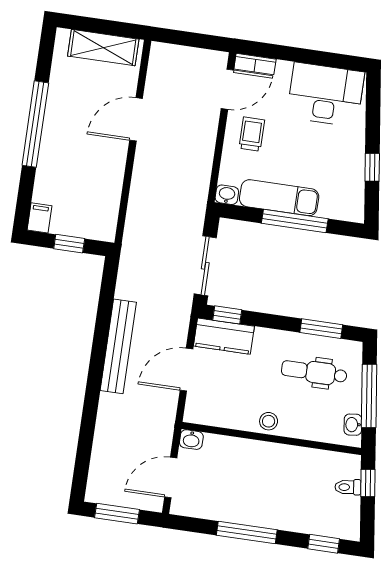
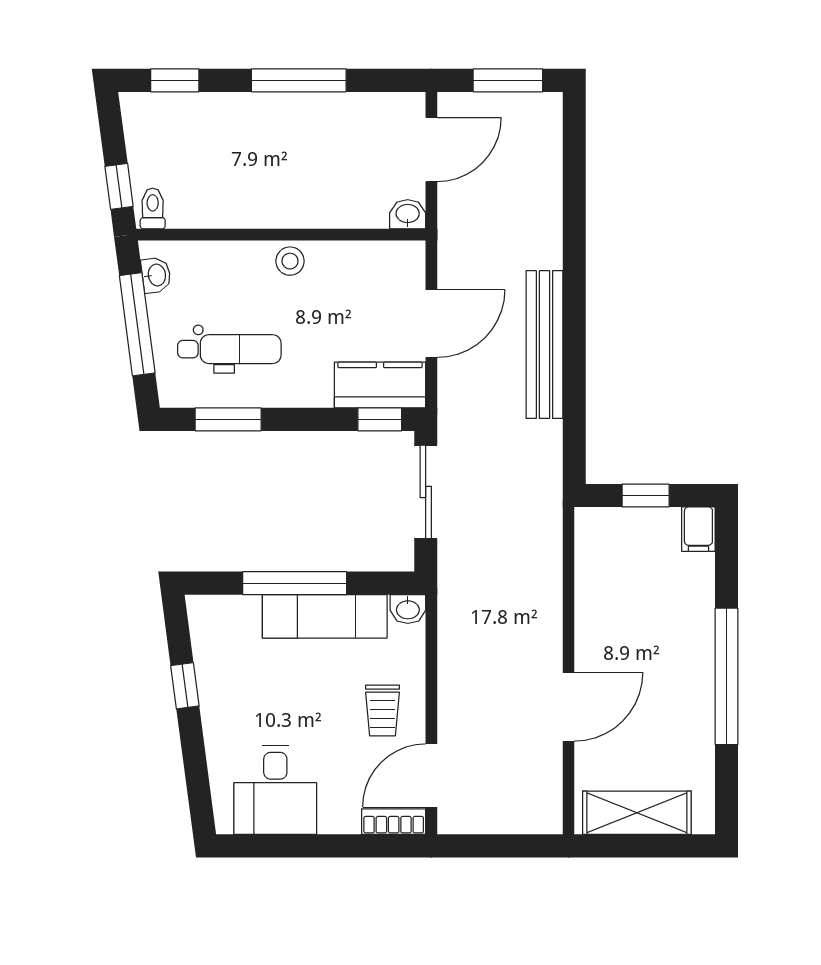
desk: (326, 95) -> (275, 790), width x0.73
toilet: (348, 487) -> (153, 209), moved, turned -82

